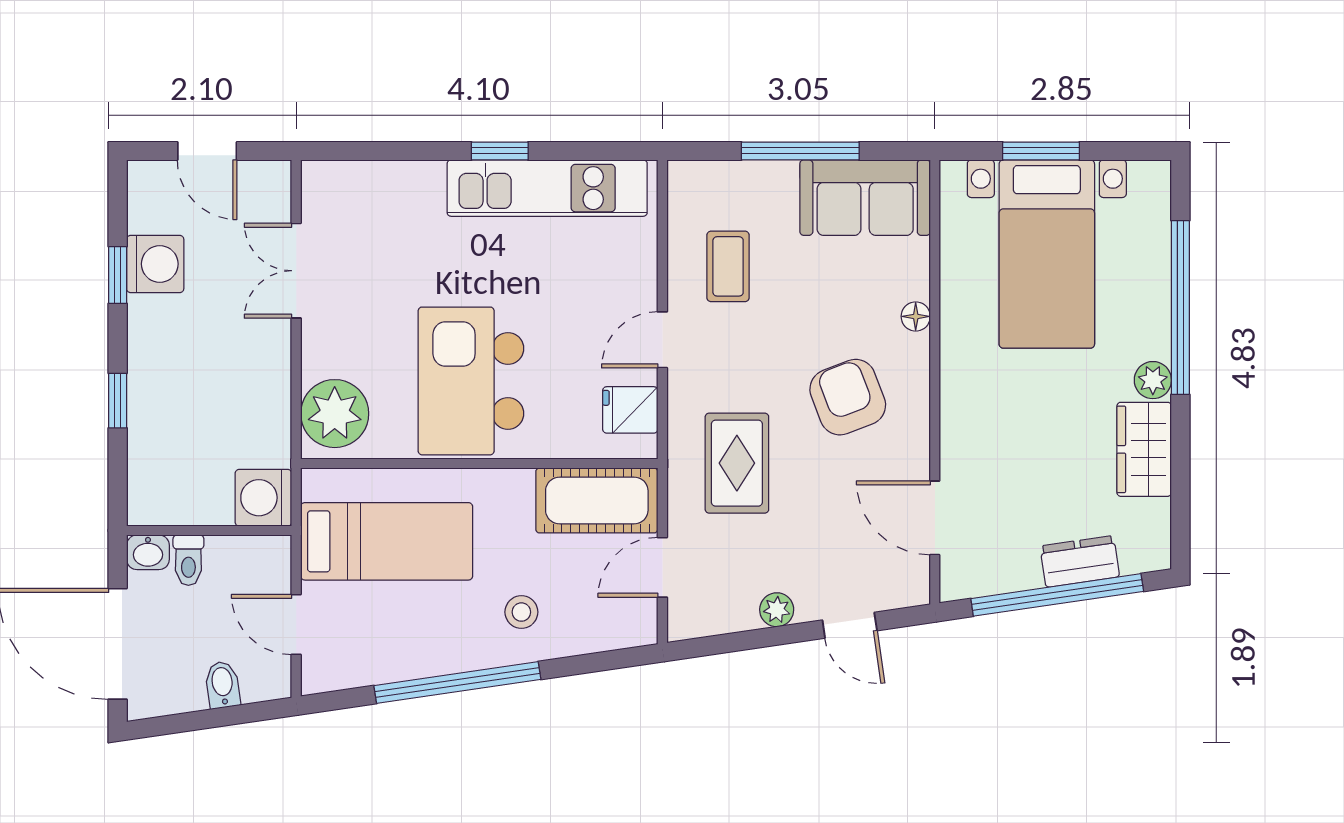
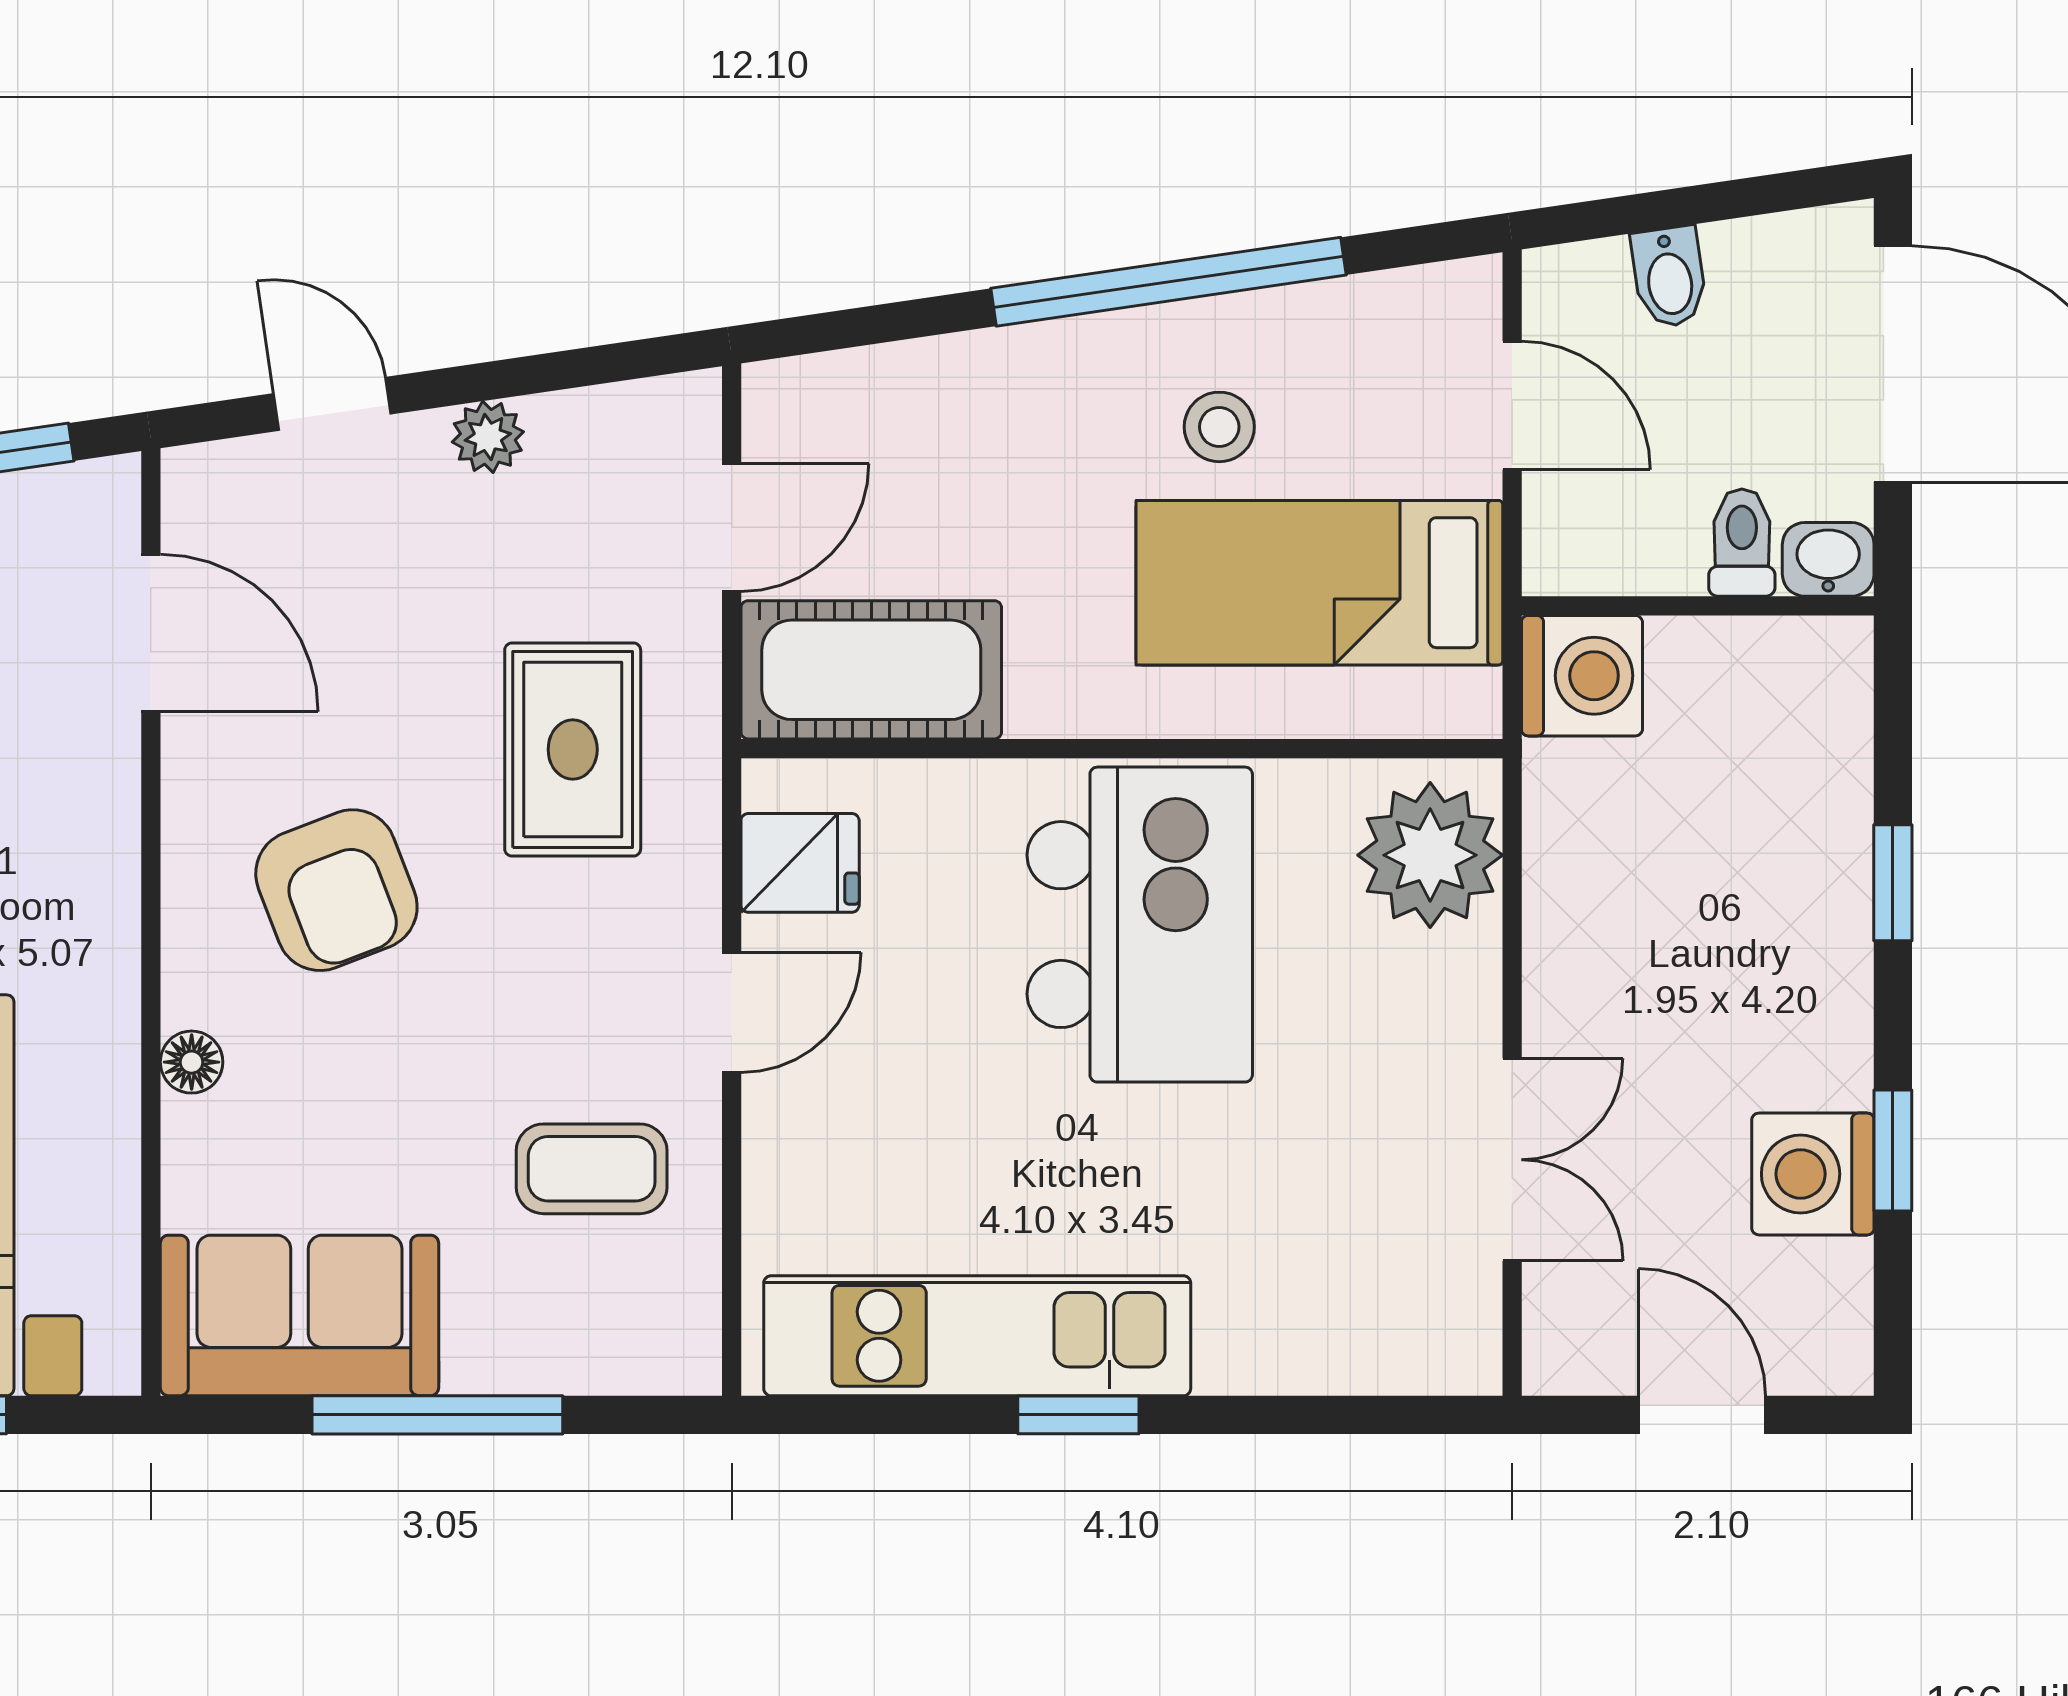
coffee table: (728, 266) -> (592, 1169), turned 90
stool: (521, 612) -> (1219, 427), moved

